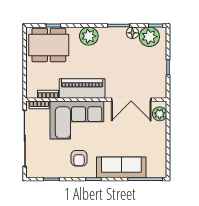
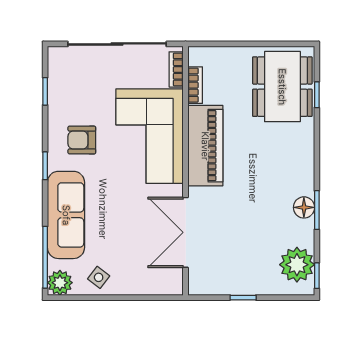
floor lamp: (132, 33) -> (304, 207), moved
plant: (89, 36) -> (298, 157), removed
plant: (160, 114) -> (60, 283), moved
side table: (157, 149) -> (99, 277), added

